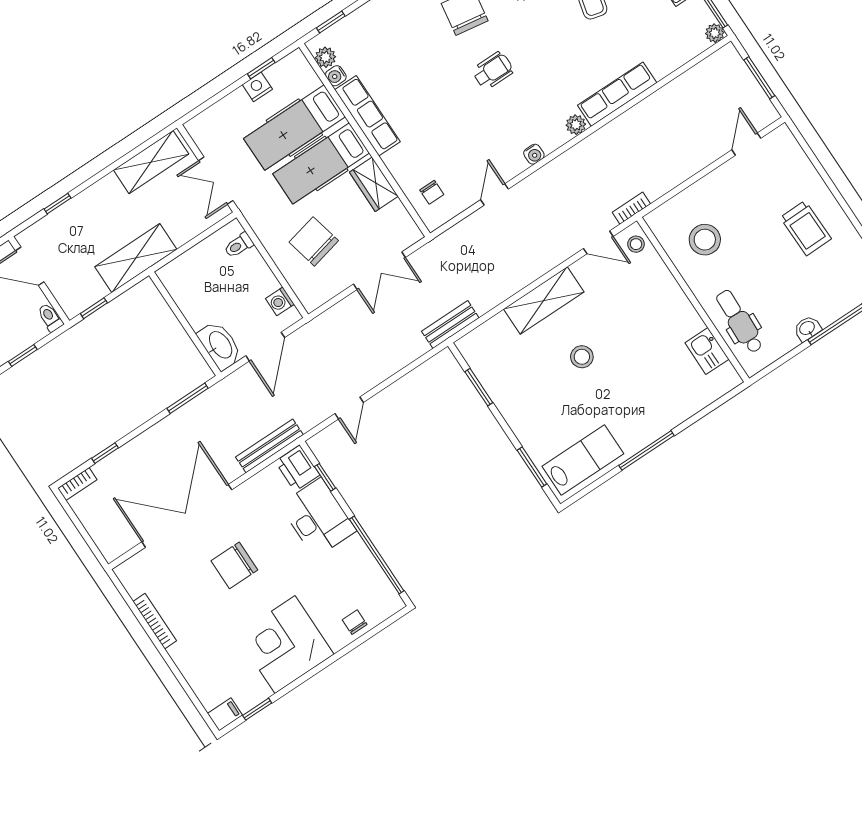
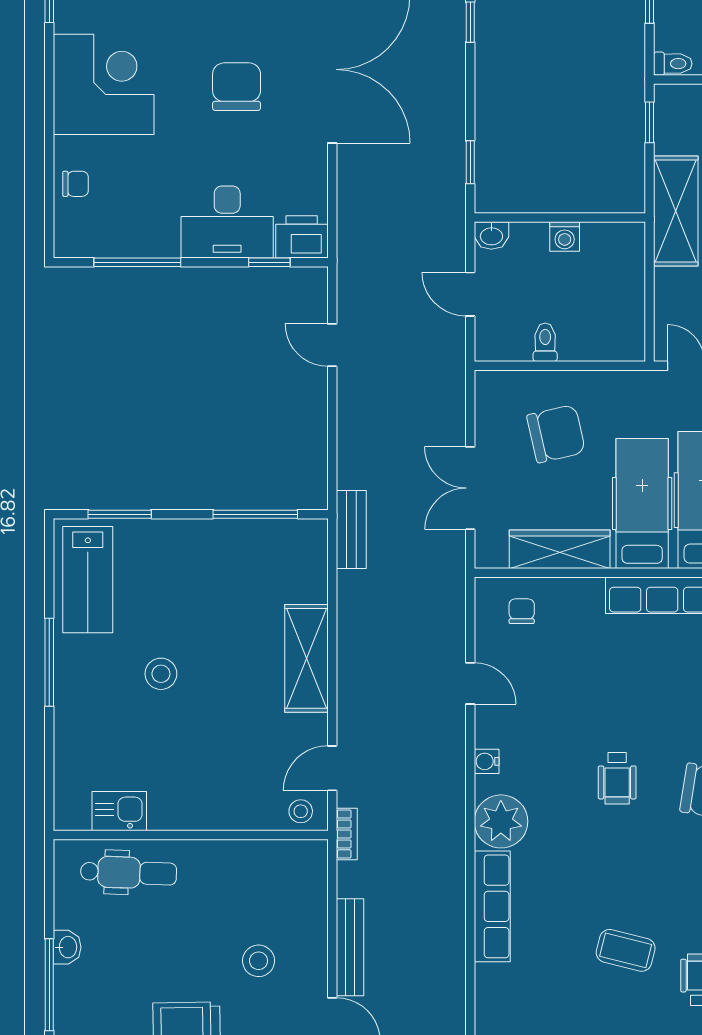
plant: (576, 125) -> (501, 821), width x1.87, depth x1.87
wardrobe: (374, 184) -> (560, 549), width x1.50
chair: (432, 192) -> (522, 611), turned 90
stool: (705, 240) -> (259, 961), moved, width x0.73, depth x0.73
toilet: (239, 245) -> (545, 342), moved
washing machine: (280, 301) -> (565, 236), moved, turned 180
washbasin: (220, 345) -> (491, 236), width x0.52, depth x0.69
door: (265, 347) -> (470, 294), width x0.73
stool: (582, 357) -> (161, 674), moved
window: (479, 387) -> (255, 514), width x1.44
window: (188, 398) -> (470, 162), width x0.67
bench: (269, 446) -> (350, 947), moved
window: (377, 555) -> (137, 262), width x0.68

